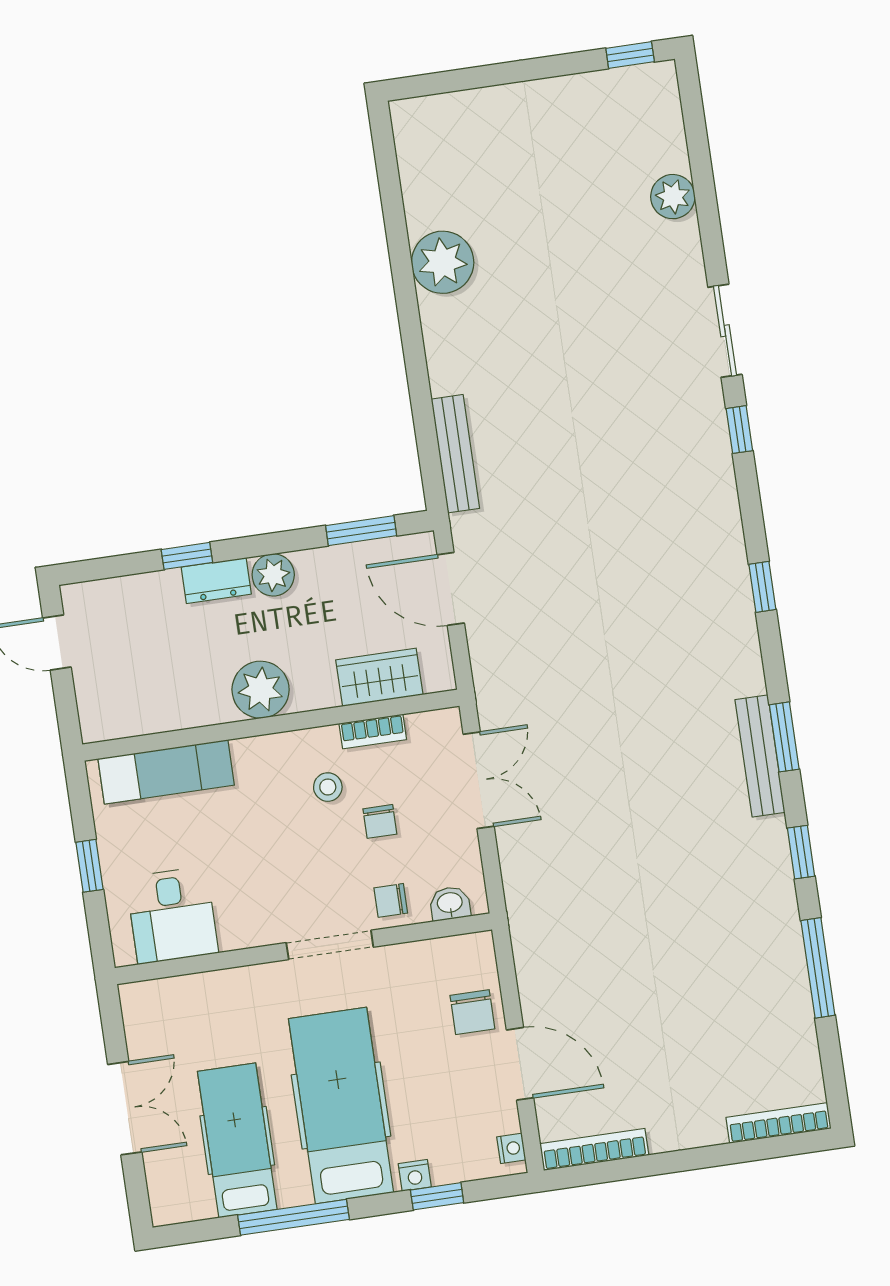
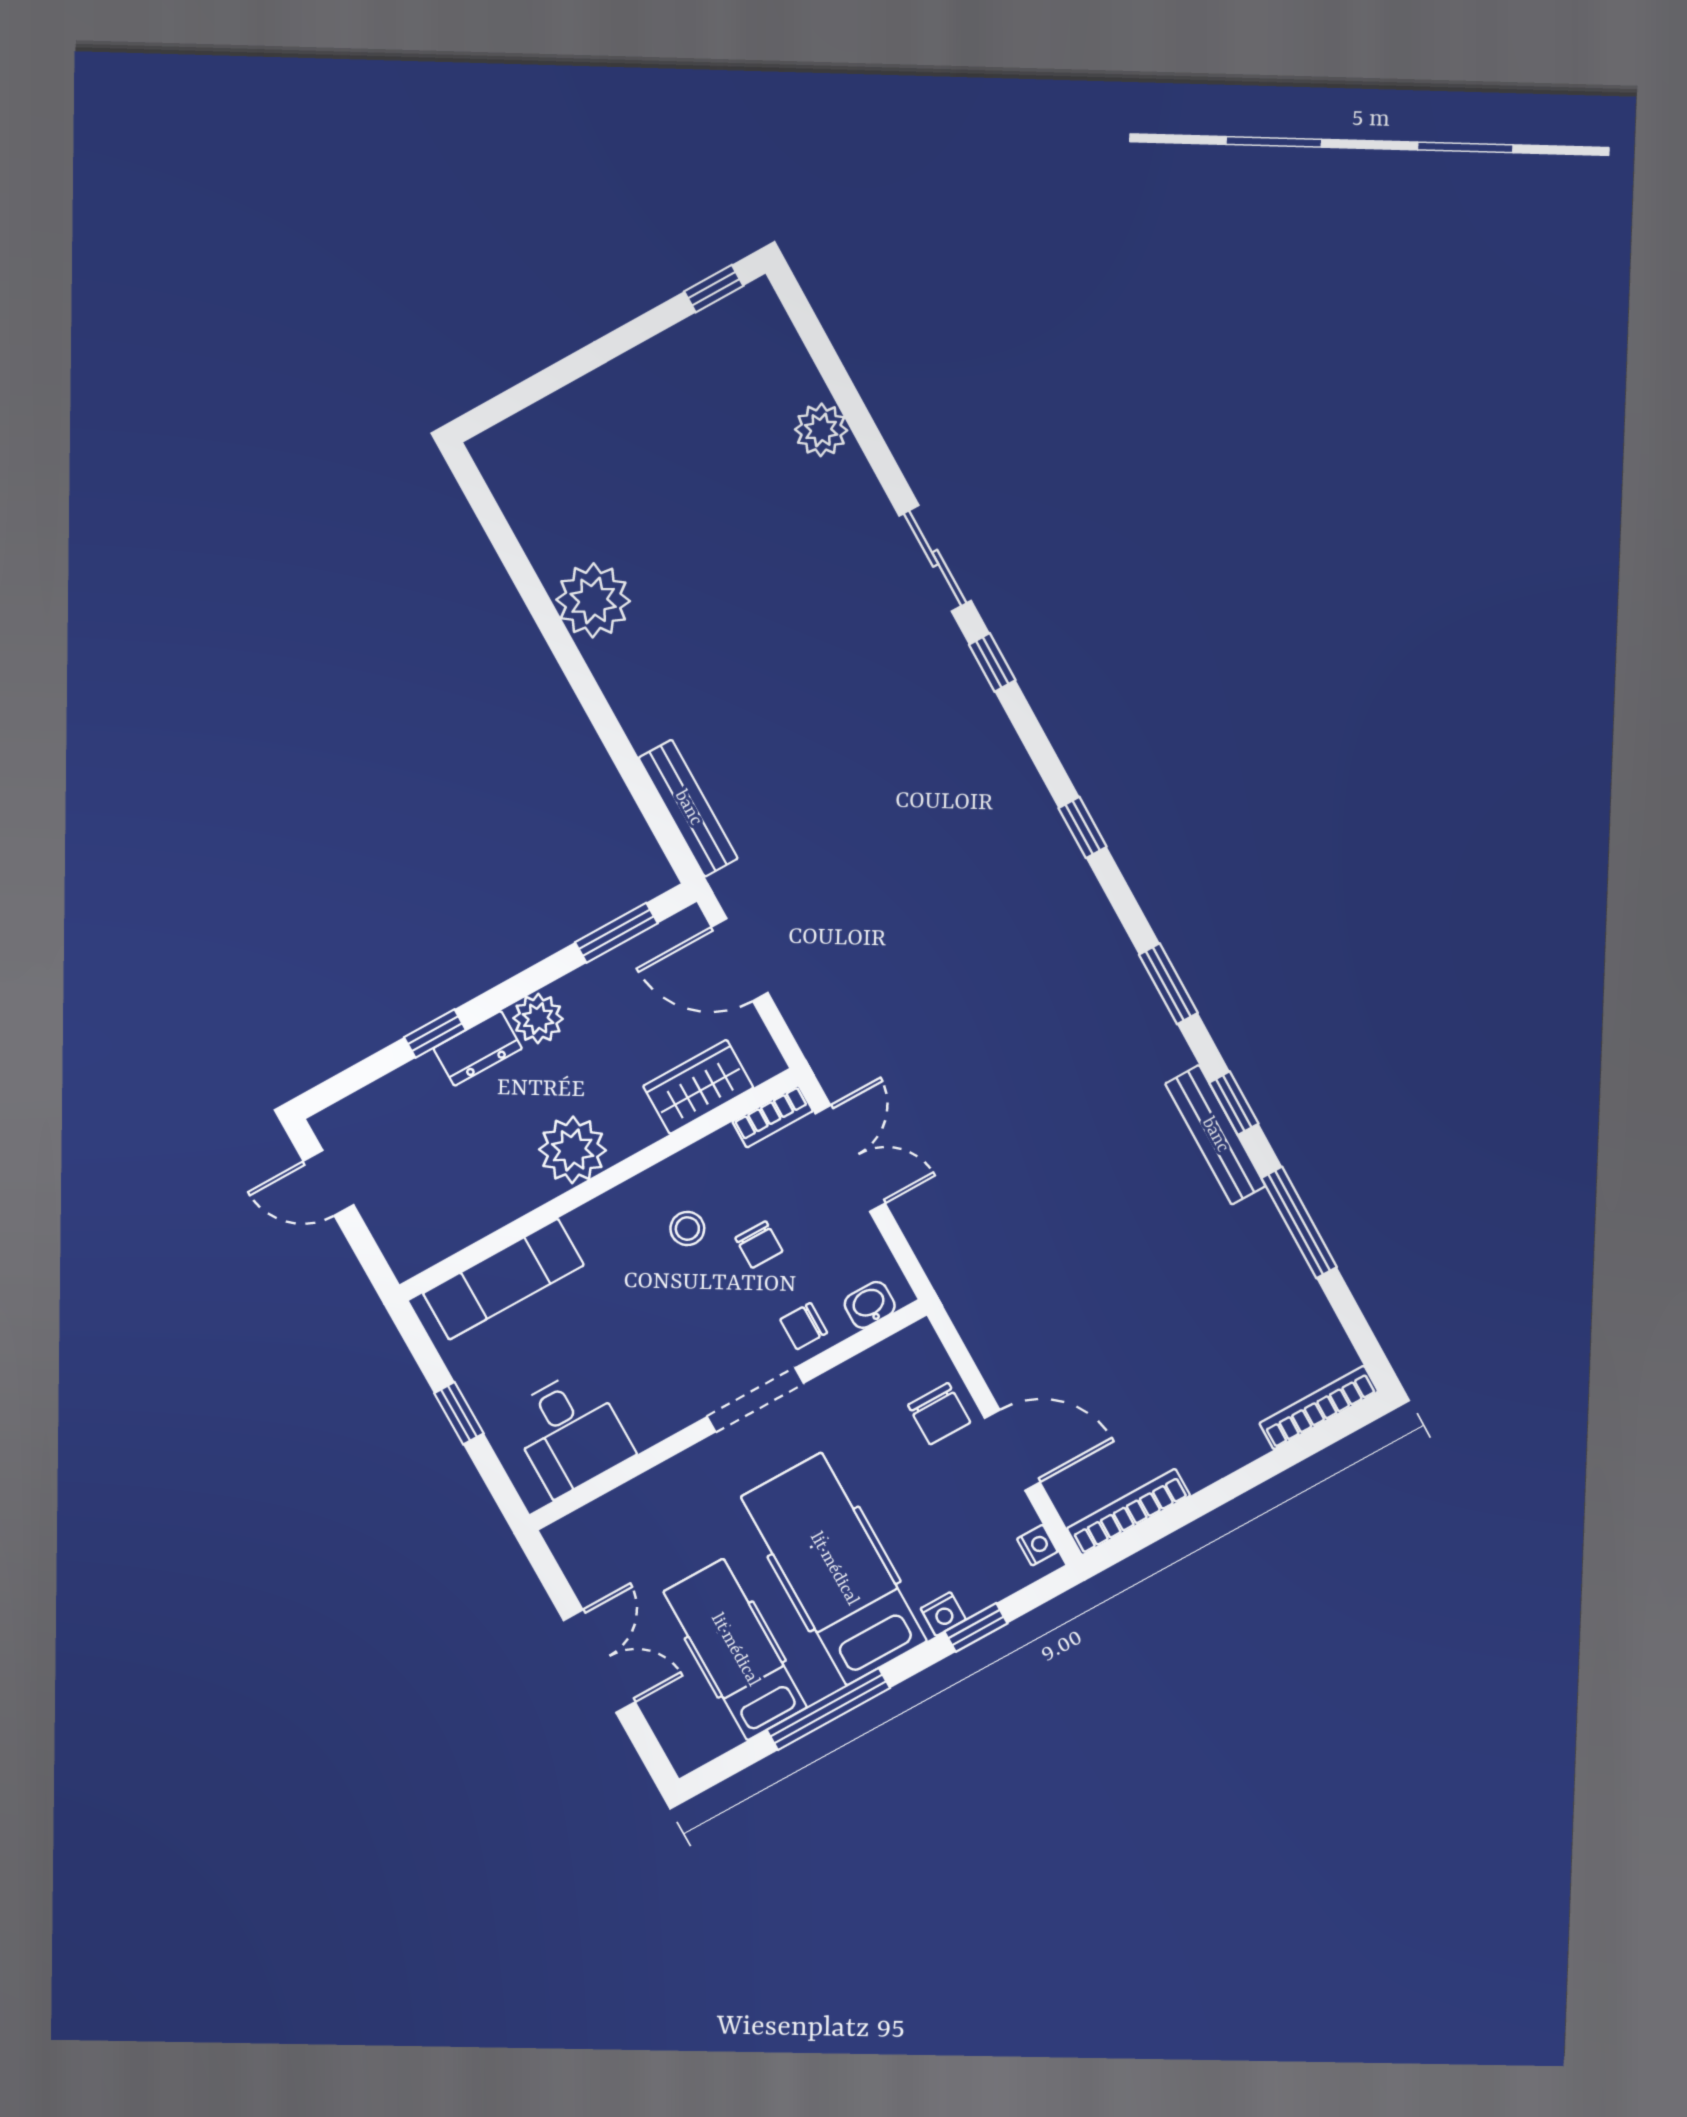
bookcase: (373, 731) -> (773, 1116), moved
bench: (760, 756) -> (1215, 1135), moved

